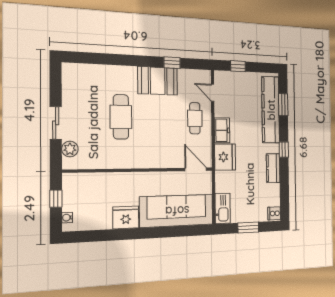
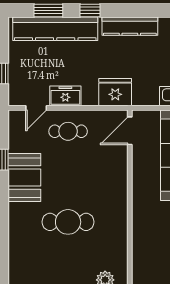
freezer: (222, 130) -> (65, 96), moved
window: (284, 150) -> (90, 10), moved
kitchen counter: (273, 168) -> (130, 26), width x1.50

